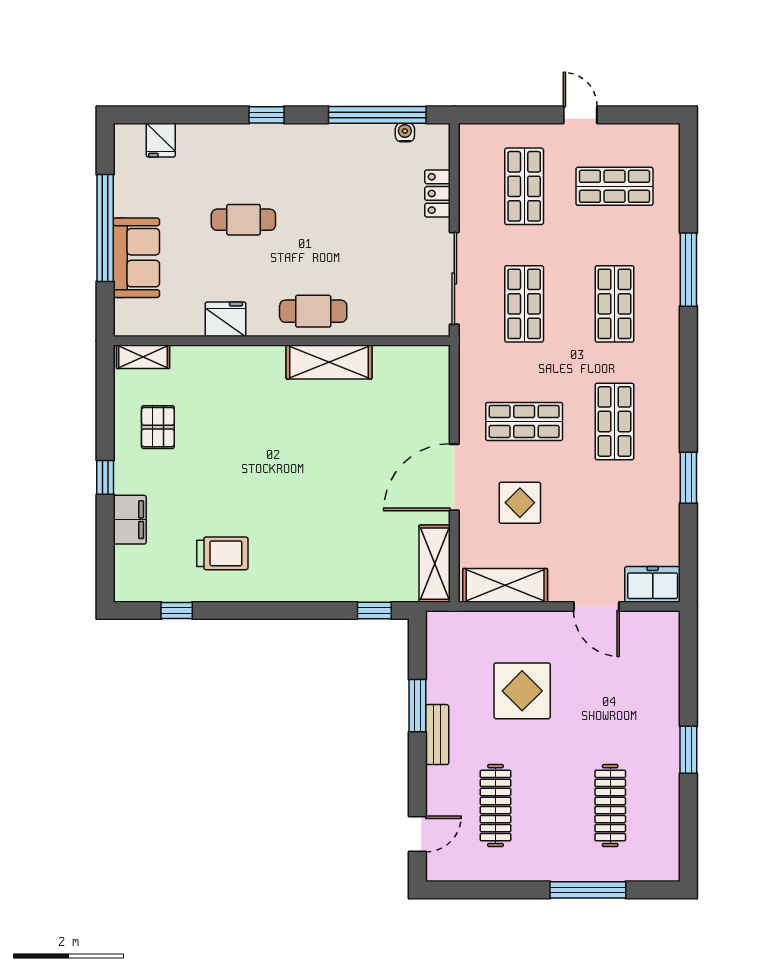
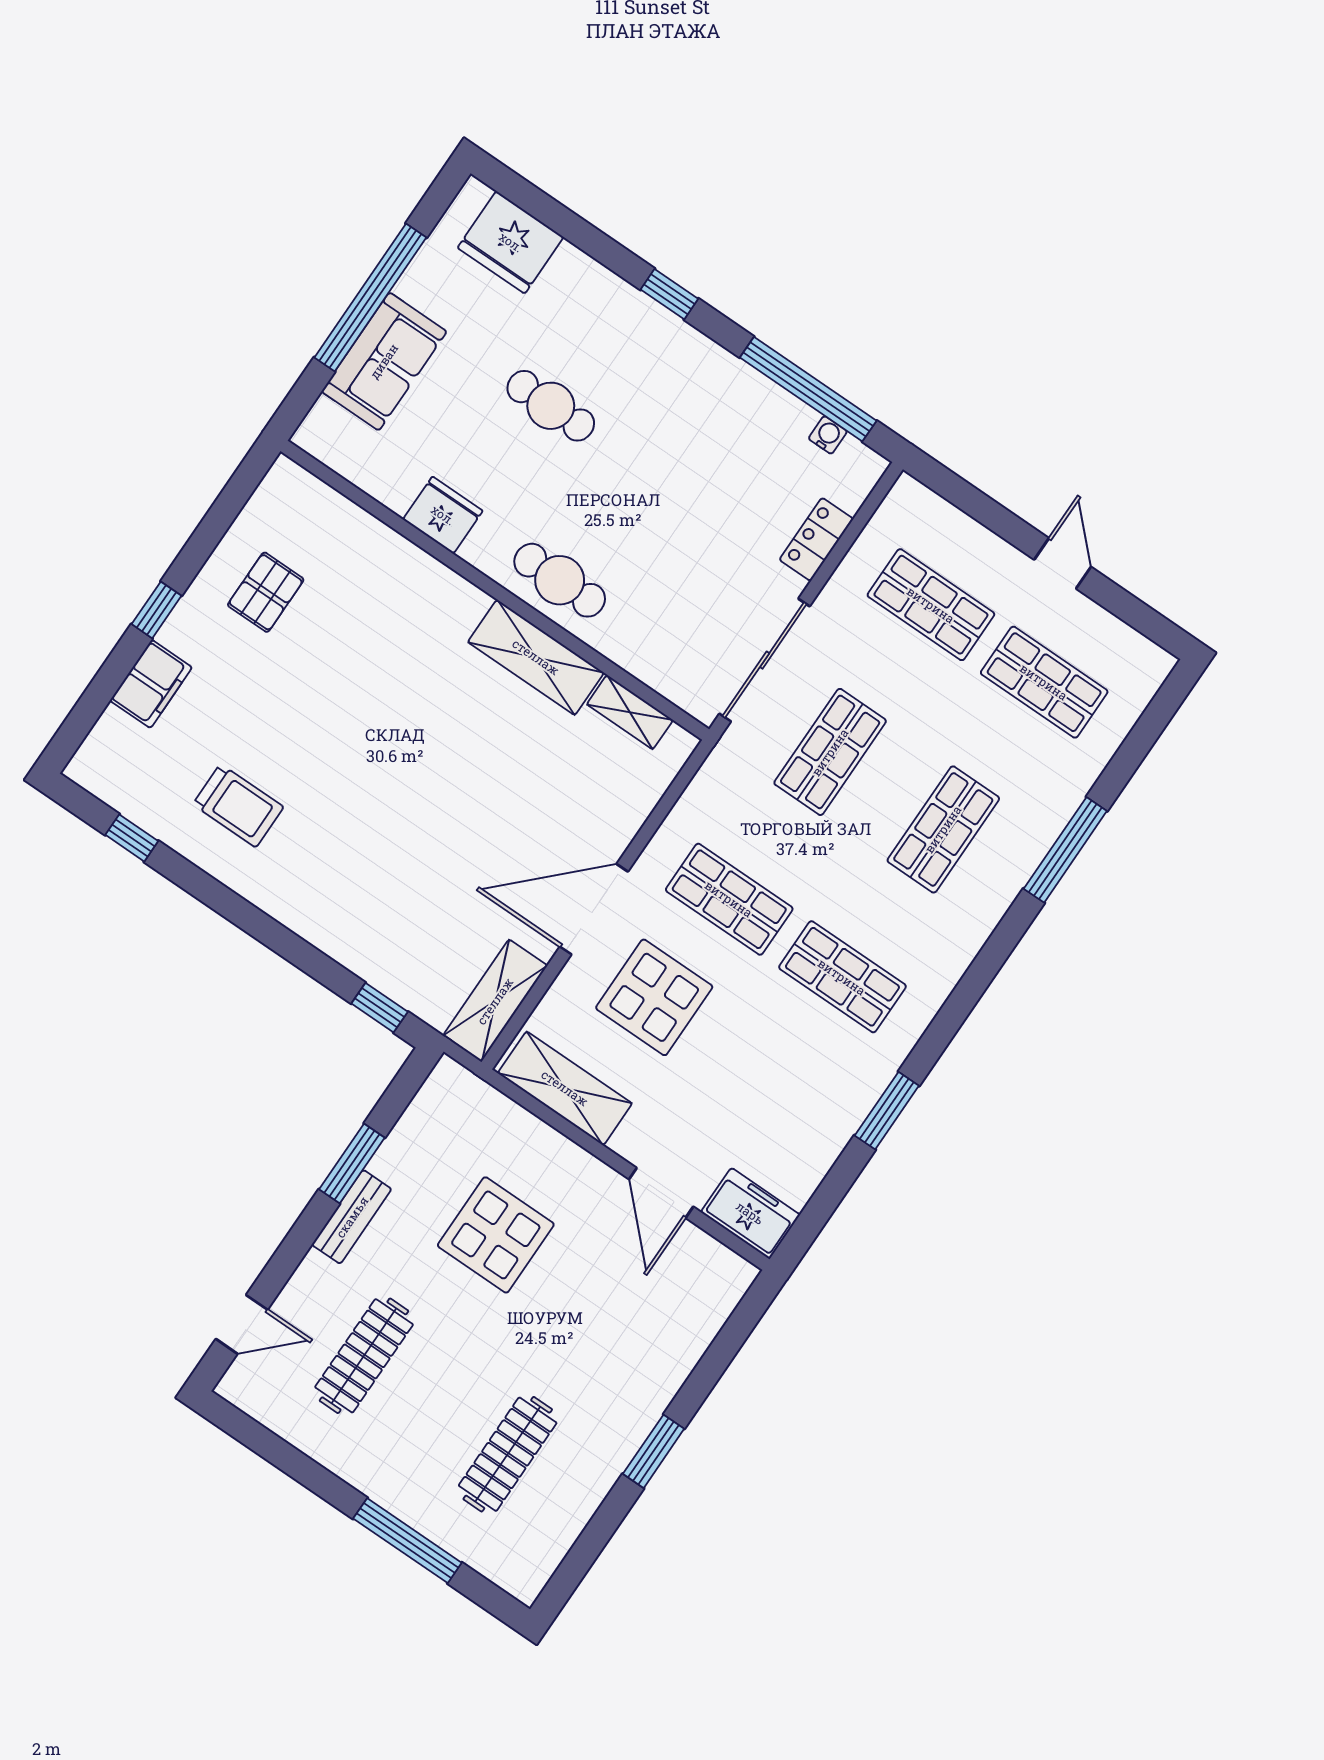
fridge: (161, 140) -> (511, 242), width x1.88, depth x1.34
shop shelf: (524, 186) -> (931, 605), turned 90
shelving: (143, 357) -> (630, 712), moved
shop shelf: (614, 421) -> (842, 977), turned 90
display table: (520, 503) -> (654, 997), width x1.36, depth x1.36

